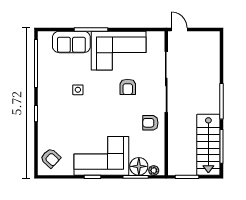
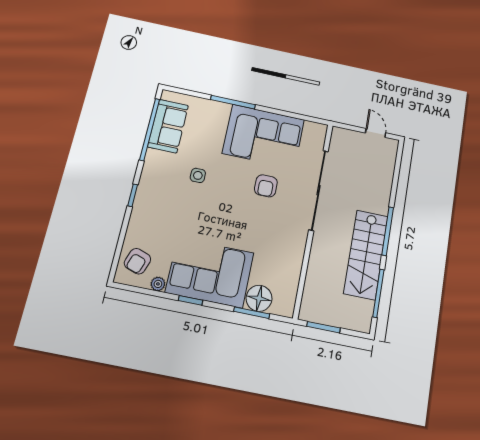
door: (179, 29) -> (376, 133), moved
sofa: (71, 42) -> (168, 126), moved, turned -90
armchair: (150, 123) -> (287, 240), removed
stairs: (208, 145) -> (366, 255), moved
armchair: (51, 158) -> (137, 261), turned 66
plant: (154, 170) -> (158, 284), moved

